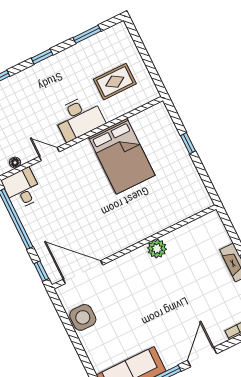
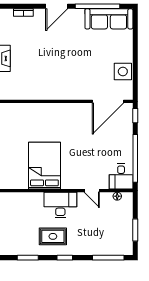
rug: (115, 82) -> (53, 236), moved
plant: (157, 249) -> (51, 93), removed
door: (83, 272) -> (108, 101), hinge flipped

